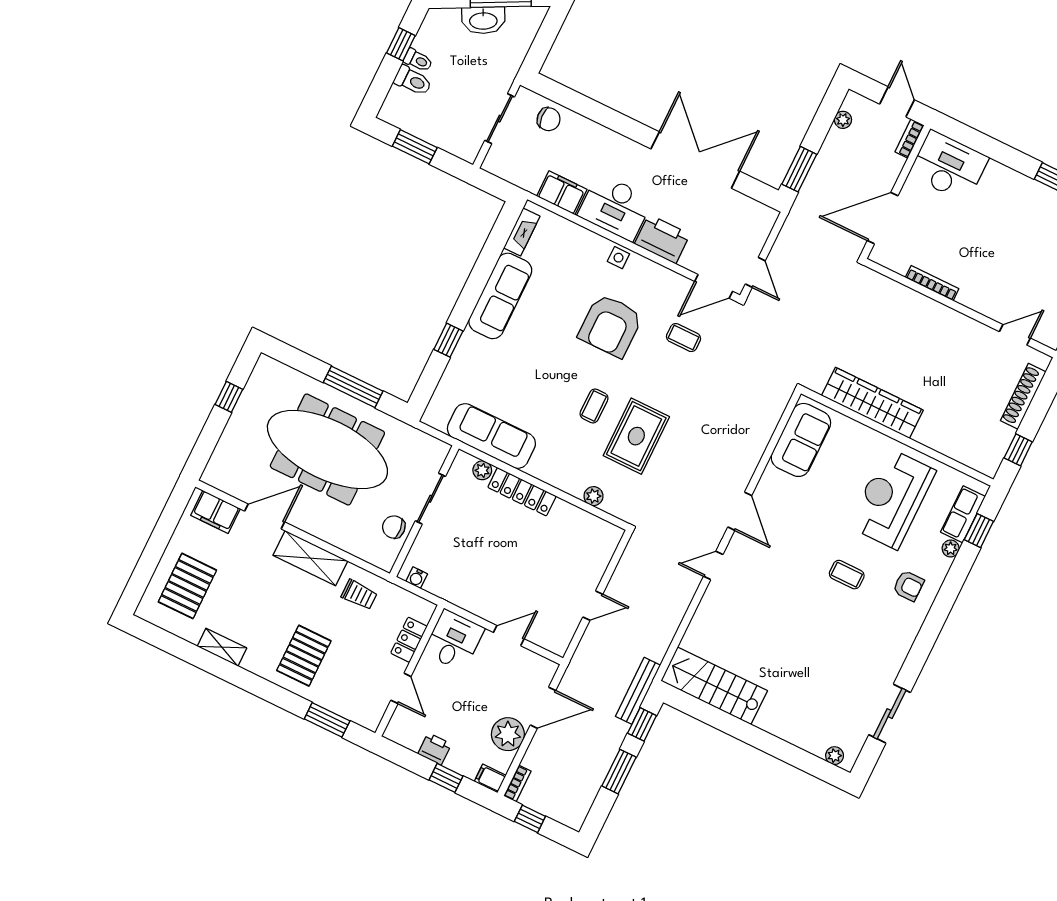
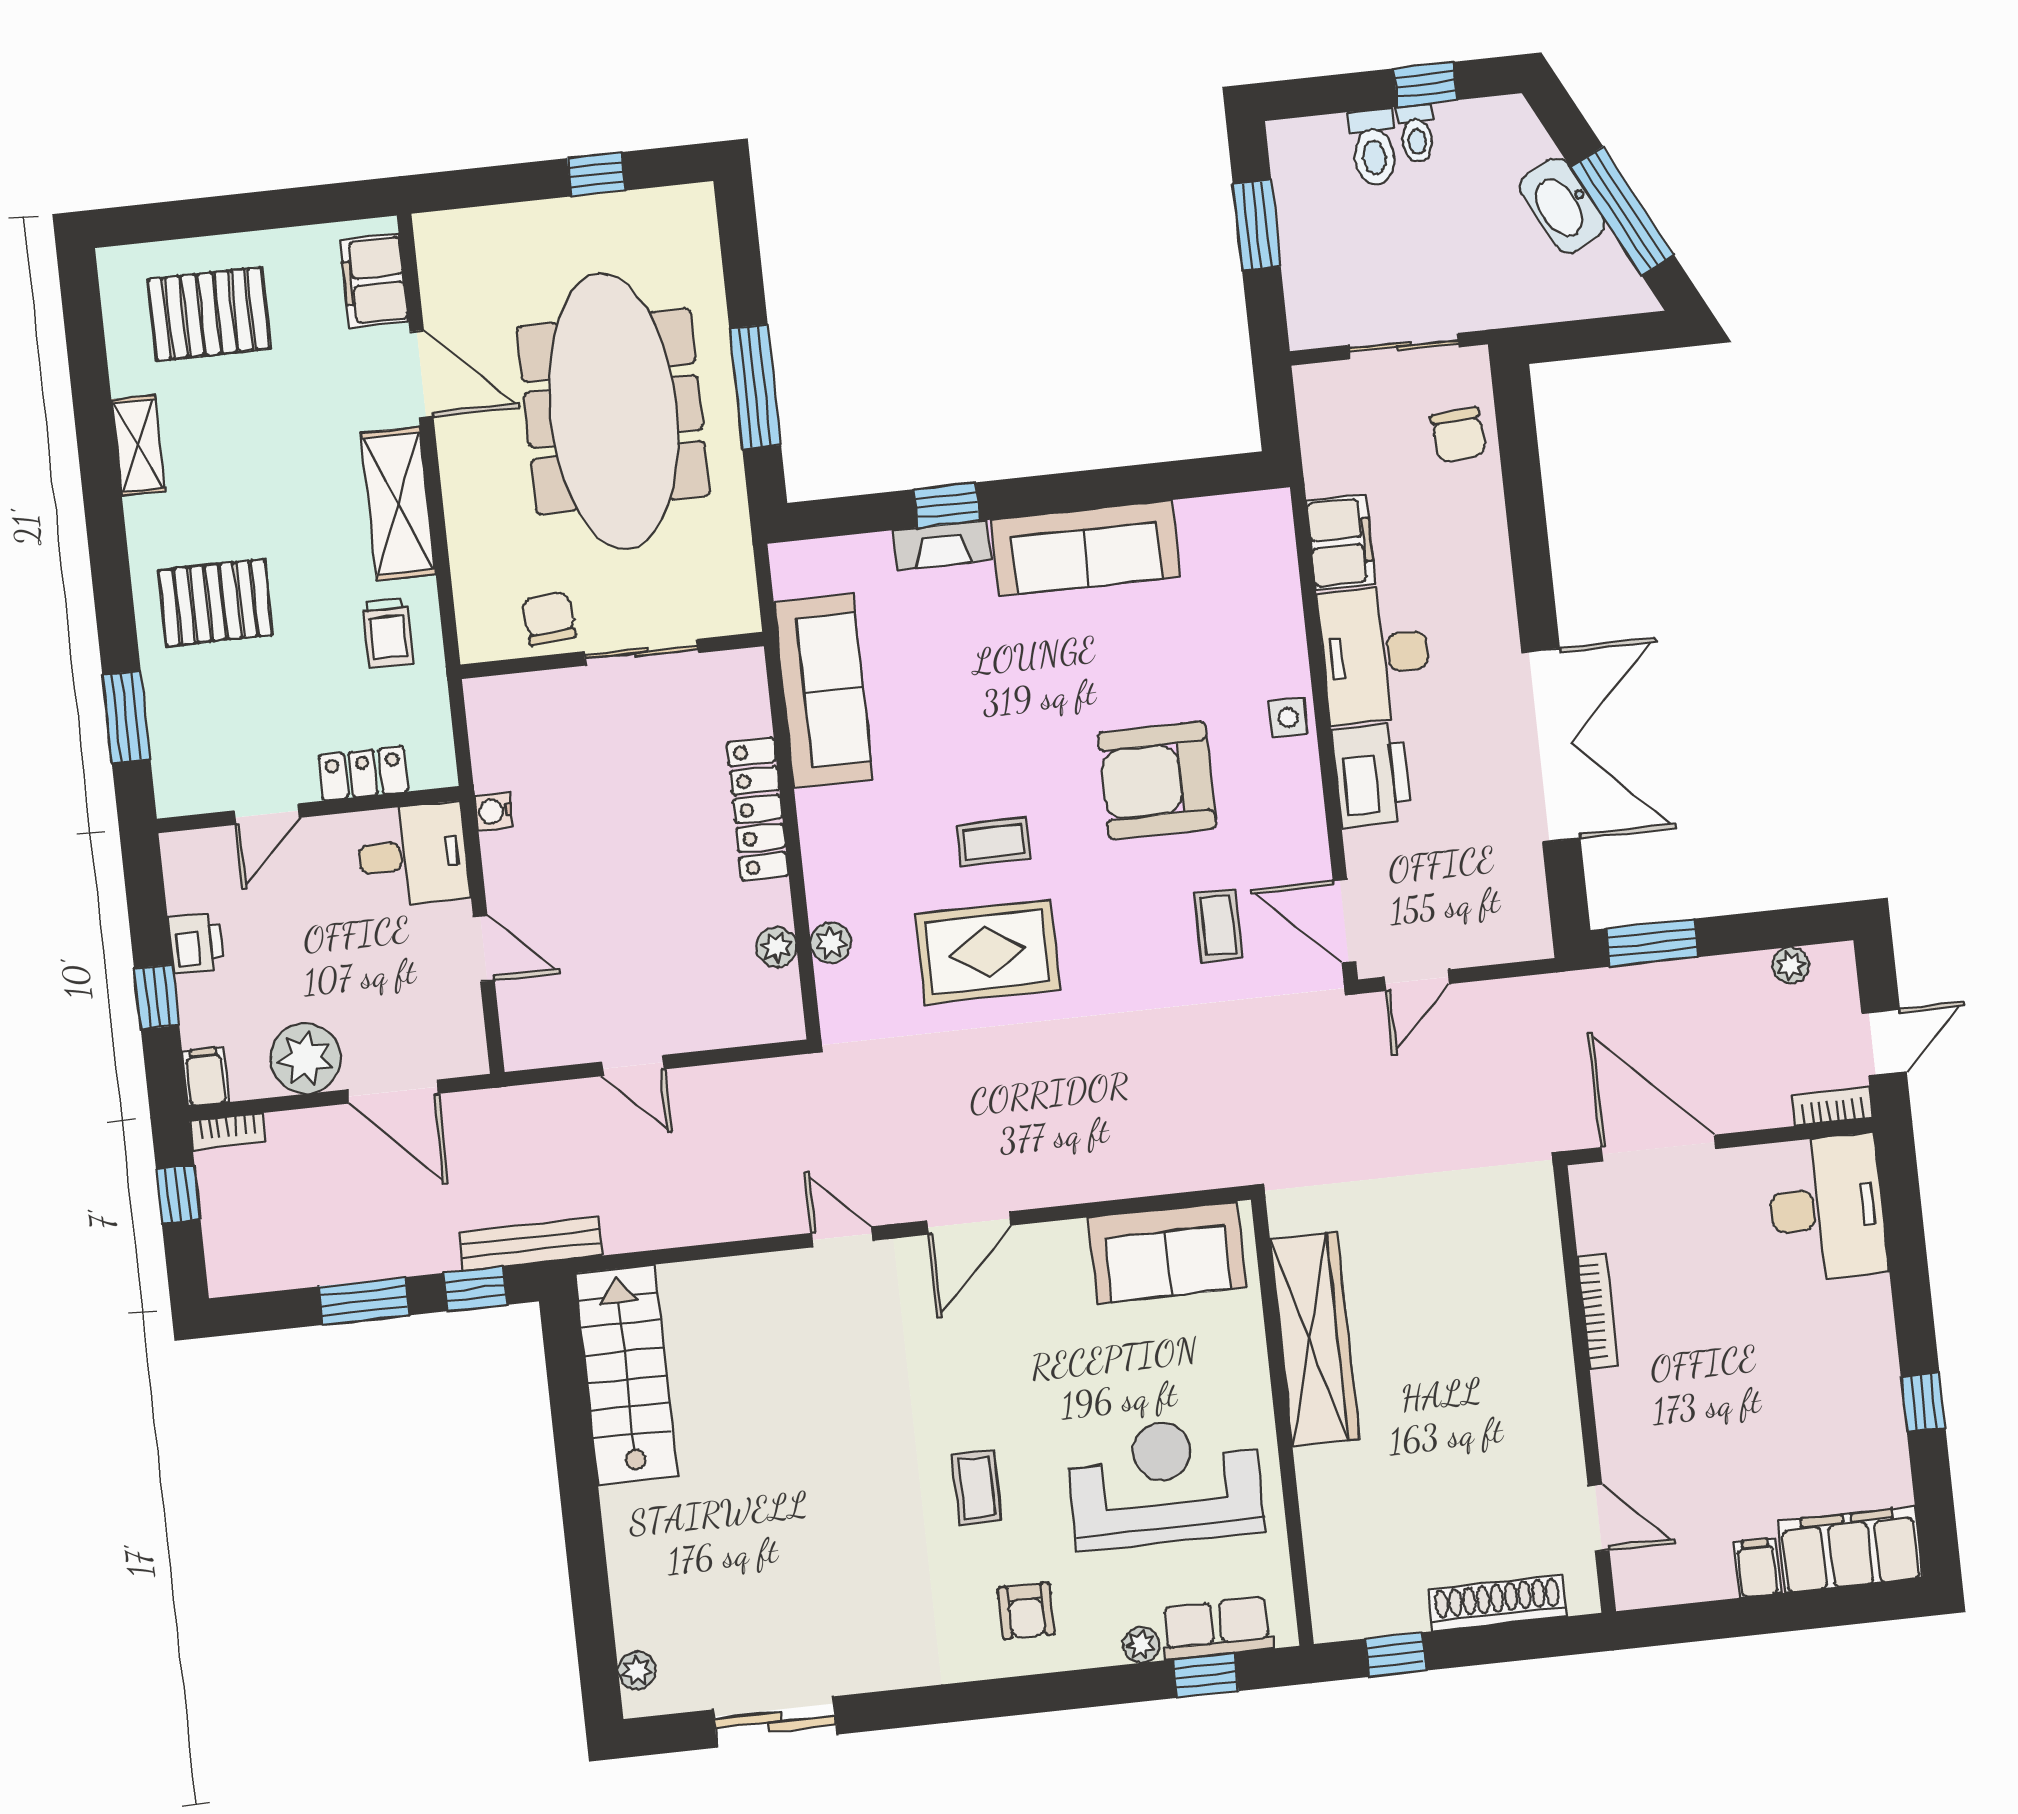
fireplace: (522, 232) -> (942, 545), moved
plant: (482, 470) -> (777, 947), moved
water cooler: (417, 578) -> (494, 811), moved

